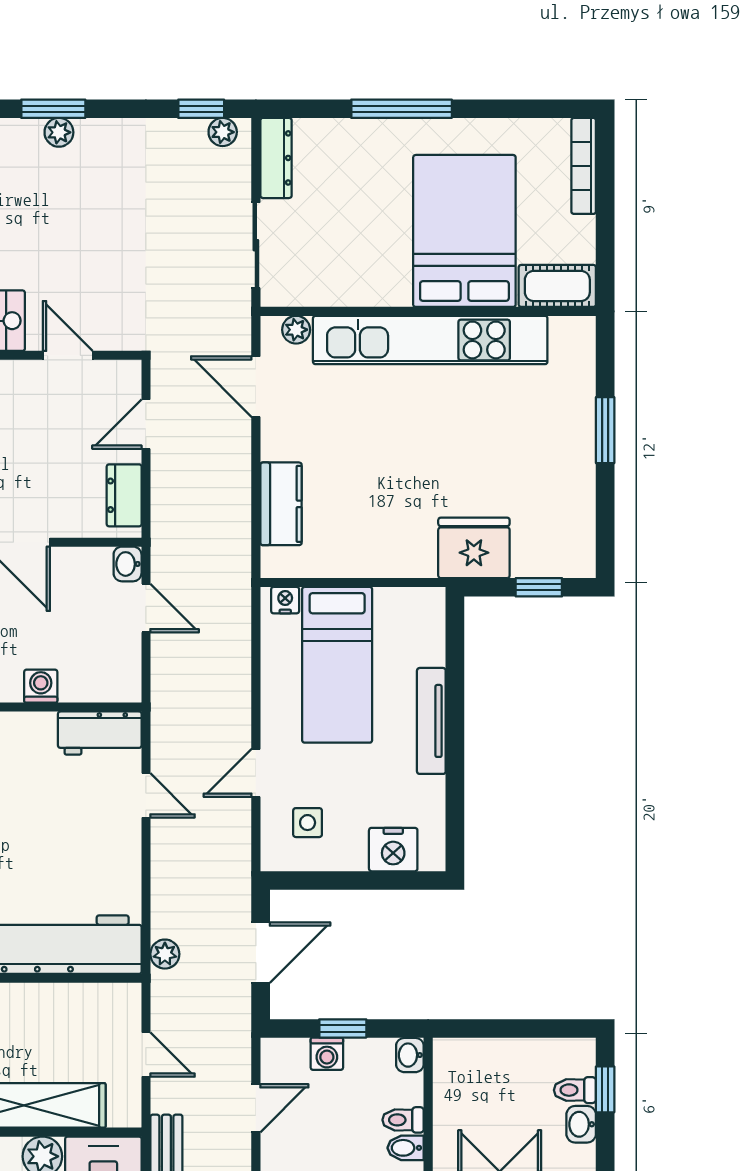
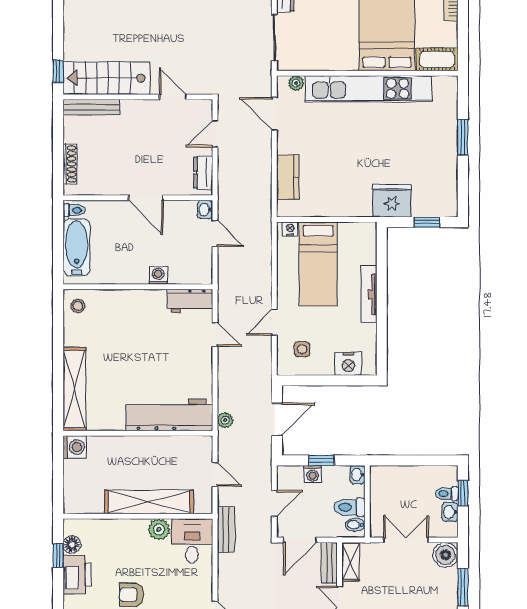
toilet: (403, 1120) -> (349, 507), width x1.37, depth x1.39

